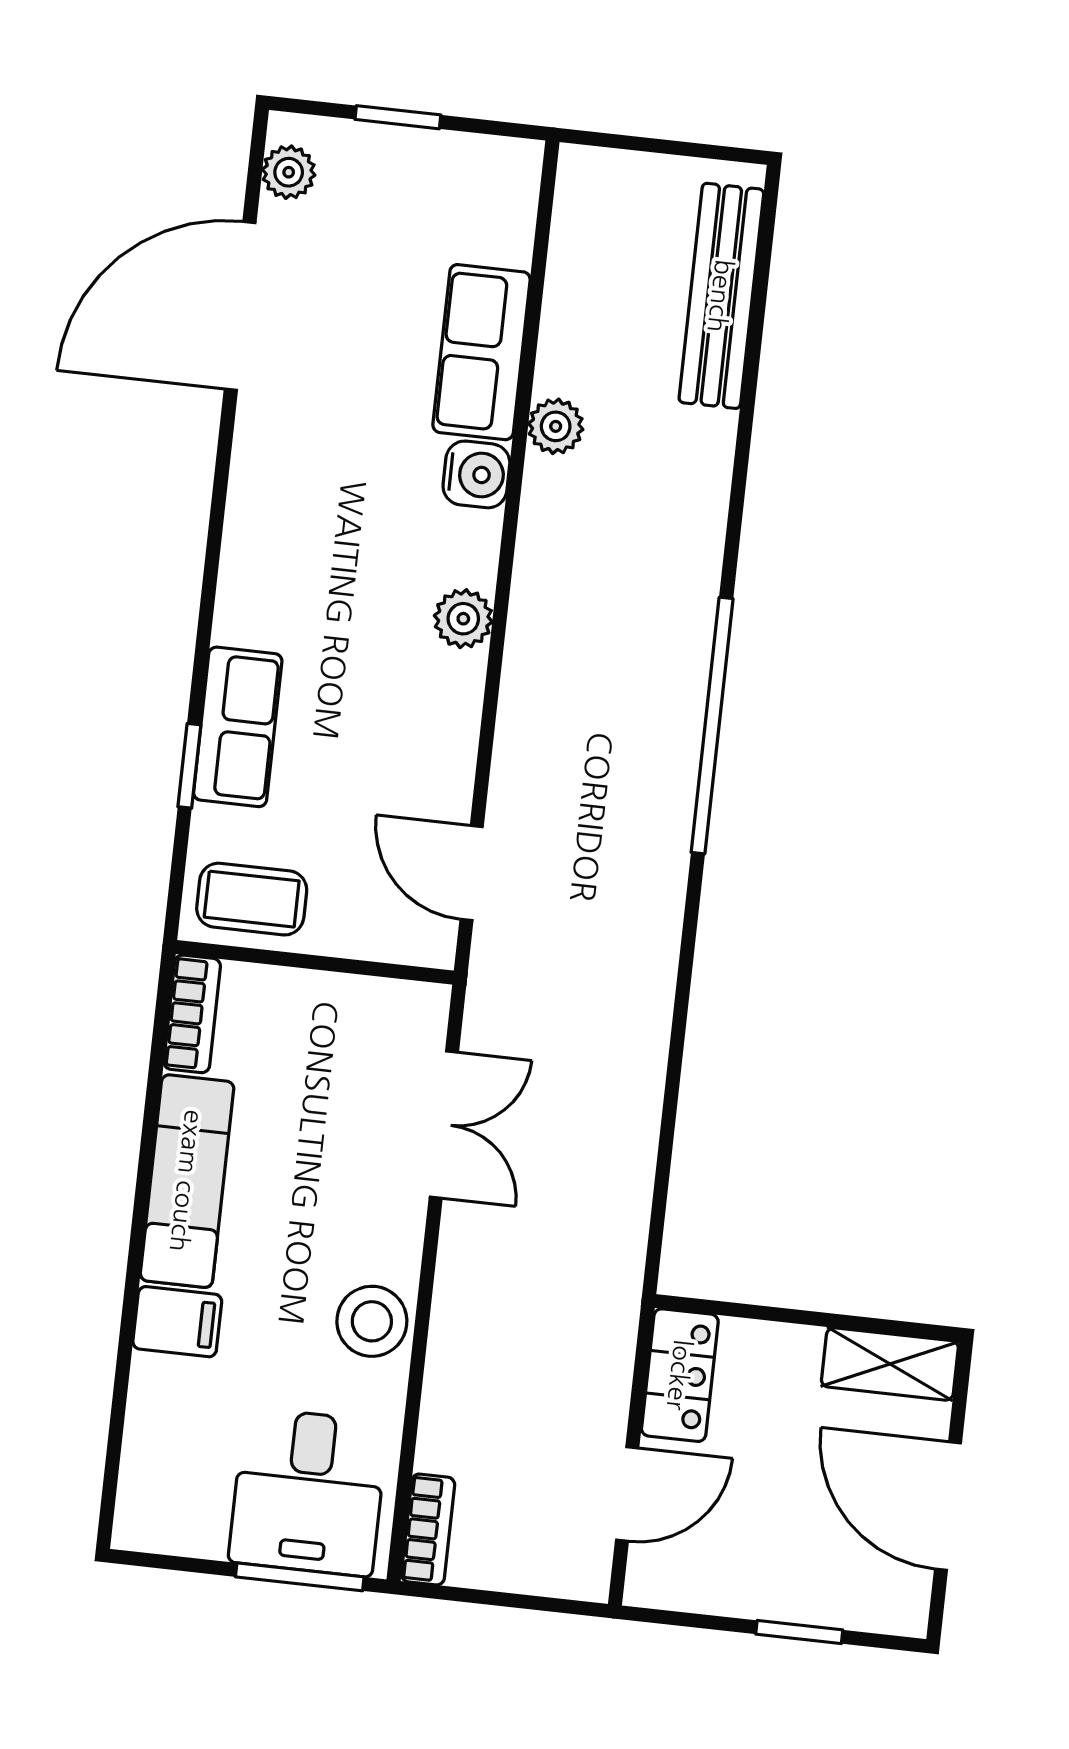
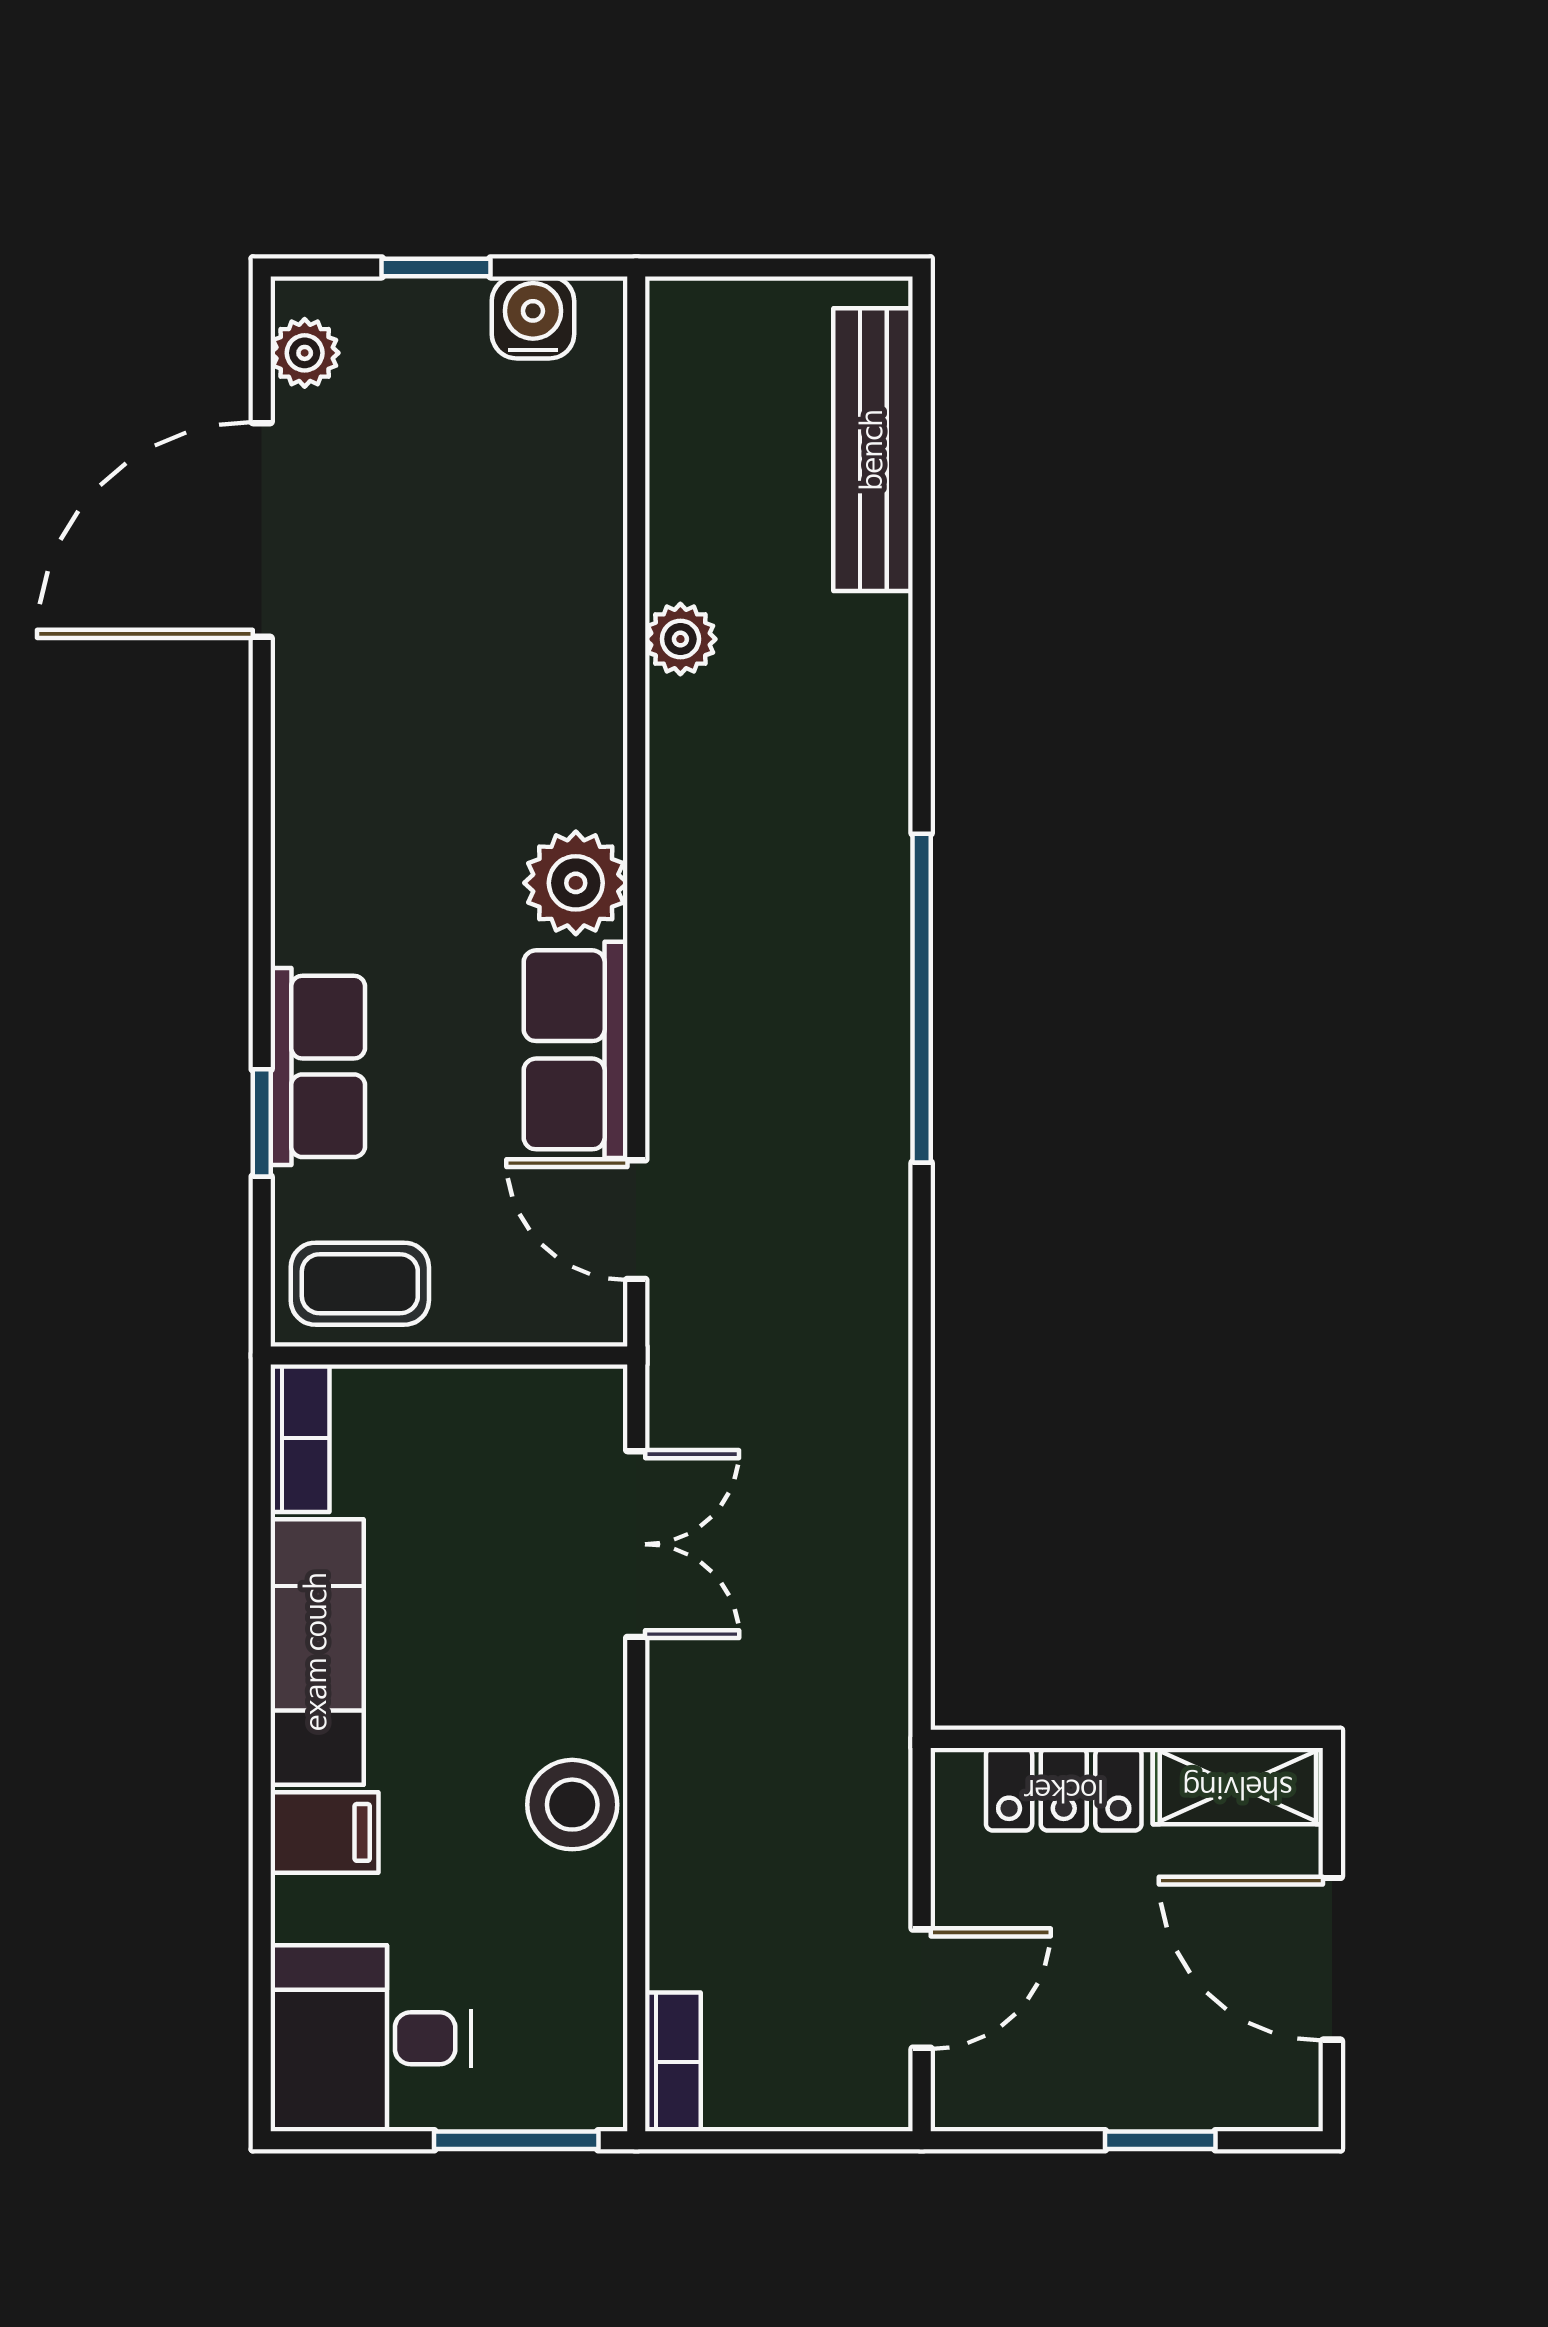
row of seats: (482, 352) -> (576, 1050), moved
water cooler: (476, 474) -> (533, 317), moved, turned -90
plant: (463, 619) -> (576, 883), width x1.38, depth x1.38
locker: (680, 1375) -> (1064, 1789), moved, turned 90
desk: (308, 1492) -> (371, 2038), moved, turned 90

